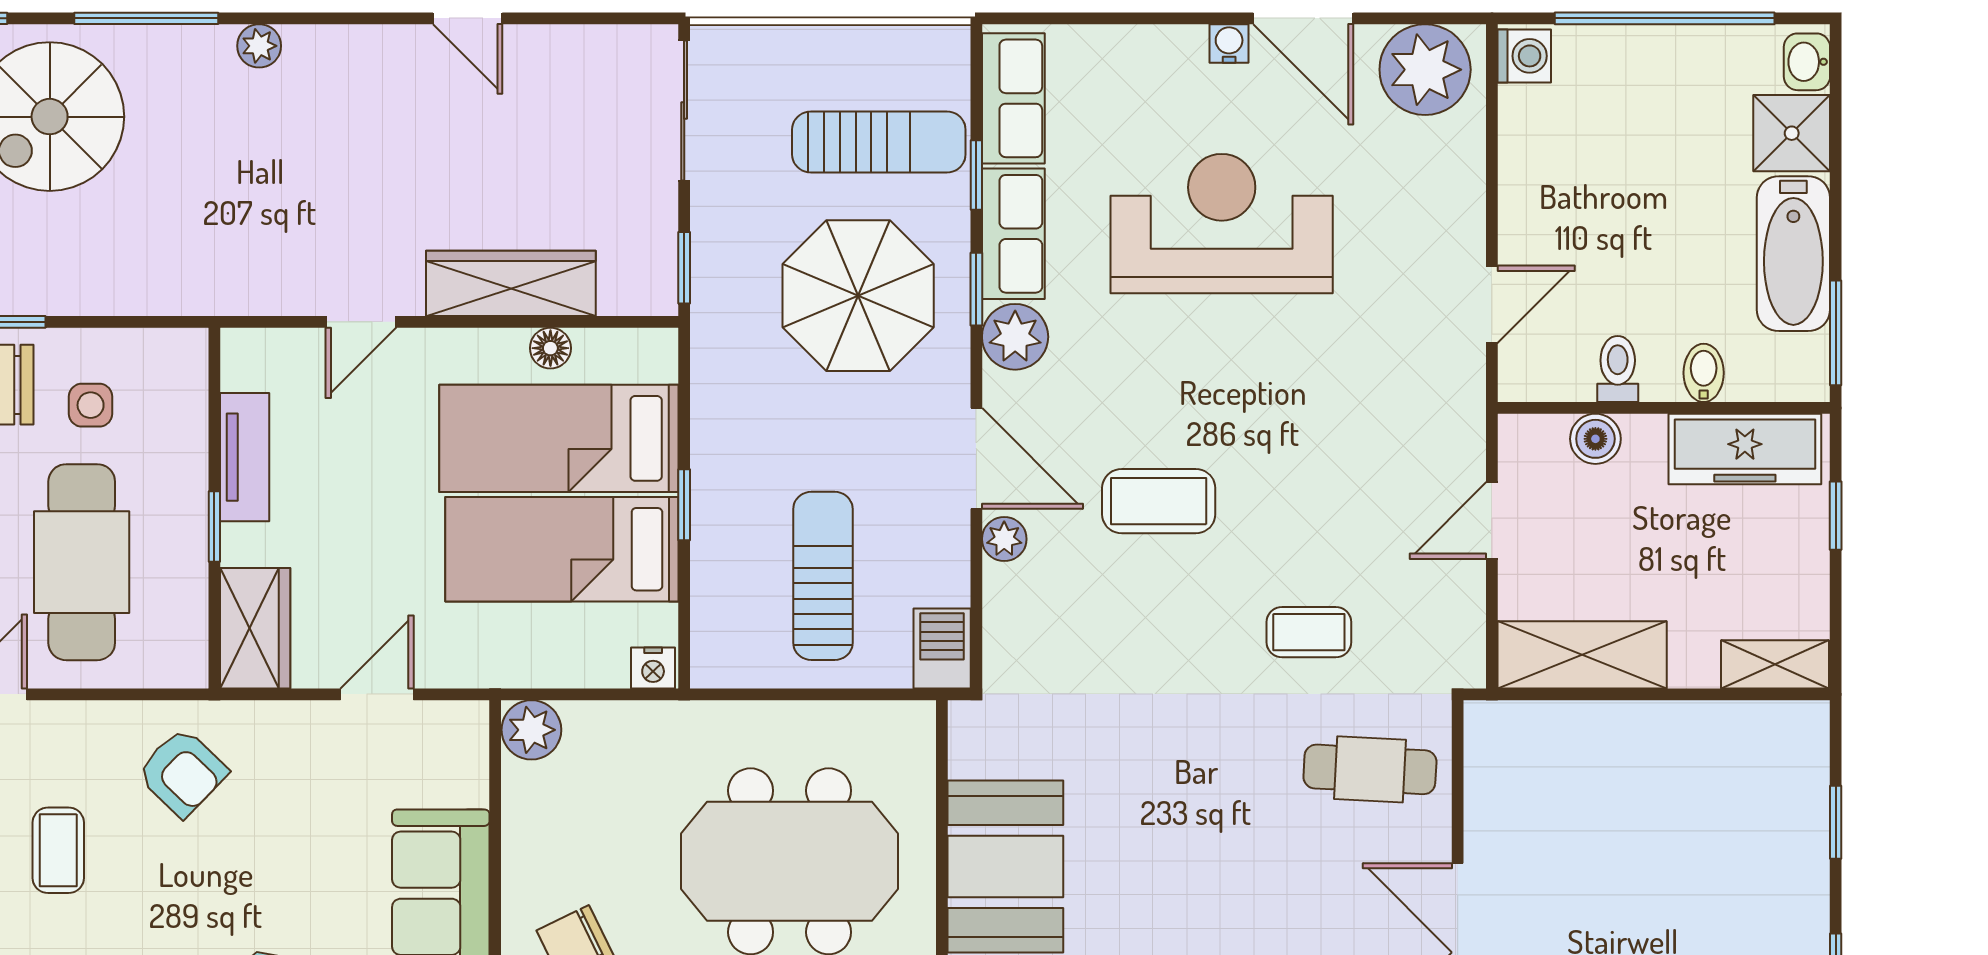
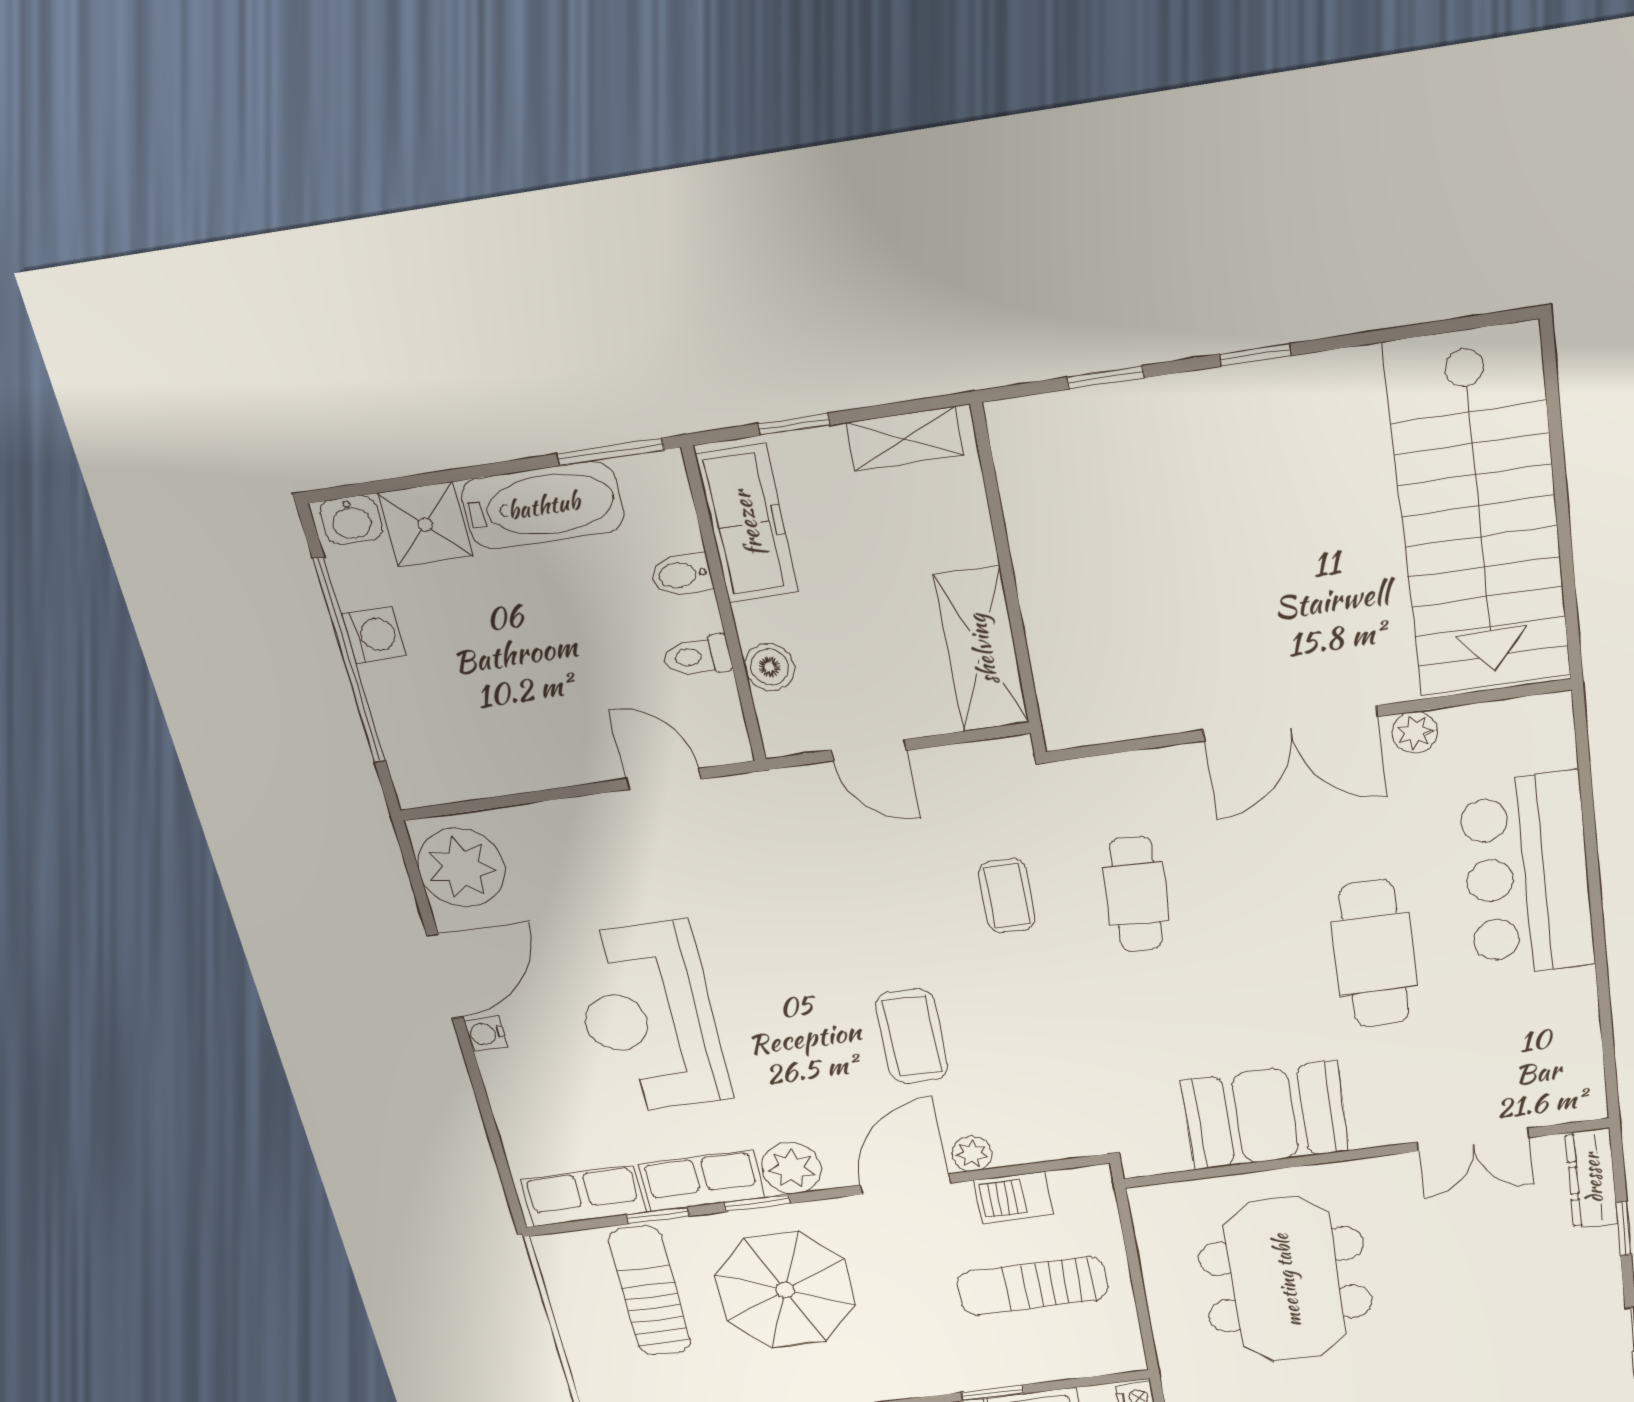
washing machine: (1524, 56) -> (374, 635), moved, turned 90
barbecue: (942, 648) -> (1013, 1197), moved
shelving: (1775, 664) -> (905, 439), moved, turned 90
cafe table: (1370, 769) -> (1136, 894), moved

